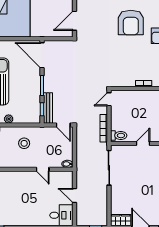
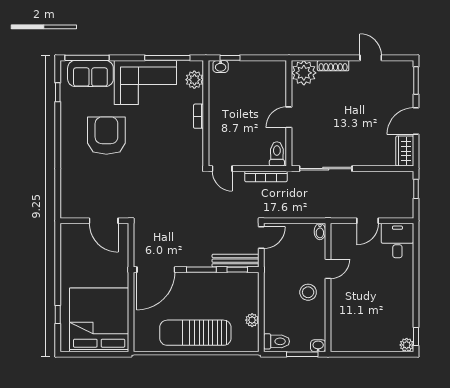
armchair: (131, 23) -> (106, 136), turned -90
stool: (24, 143) -> (308, 292), moved
door: (143, 143) -> (289, 117), hinge flipped

